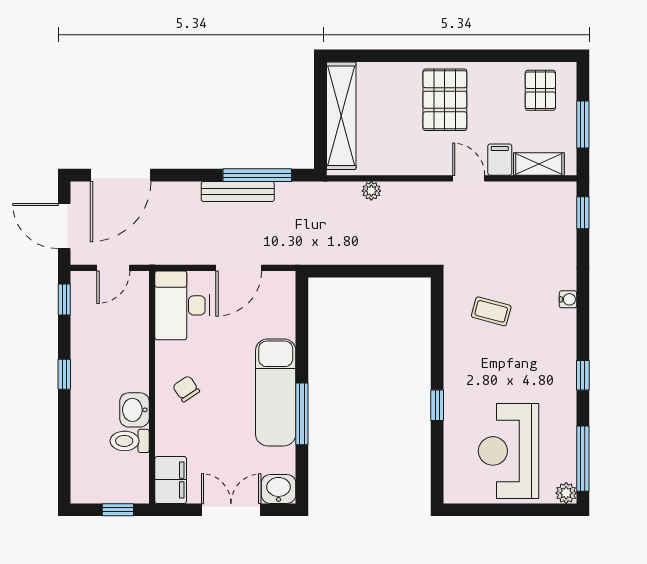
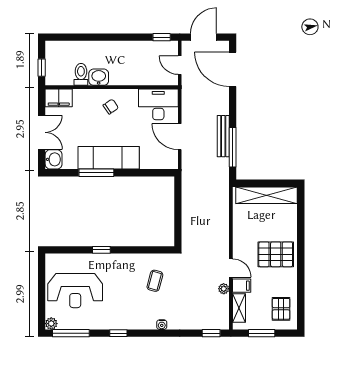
pallet: (540, 90) -> (281, 309), turned 90
door: (469, 178) -> (231, 268), hinge flipped
plant: (371, 191) -> (224, 289), moved
window: (64, 374) -> (119, 37), removed
reception desk: (509, 451) -> (75, 291), turned 180

